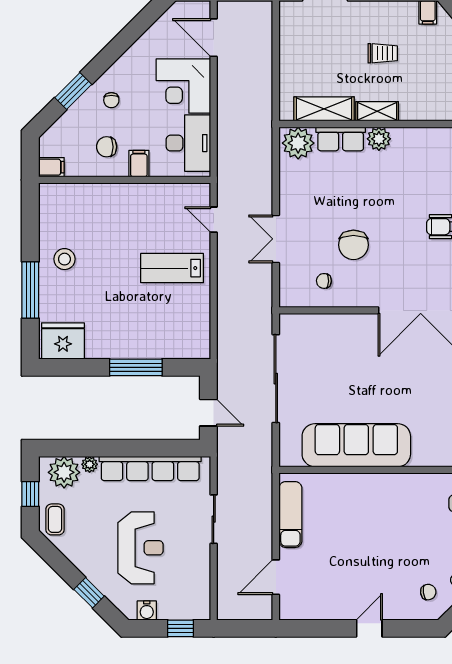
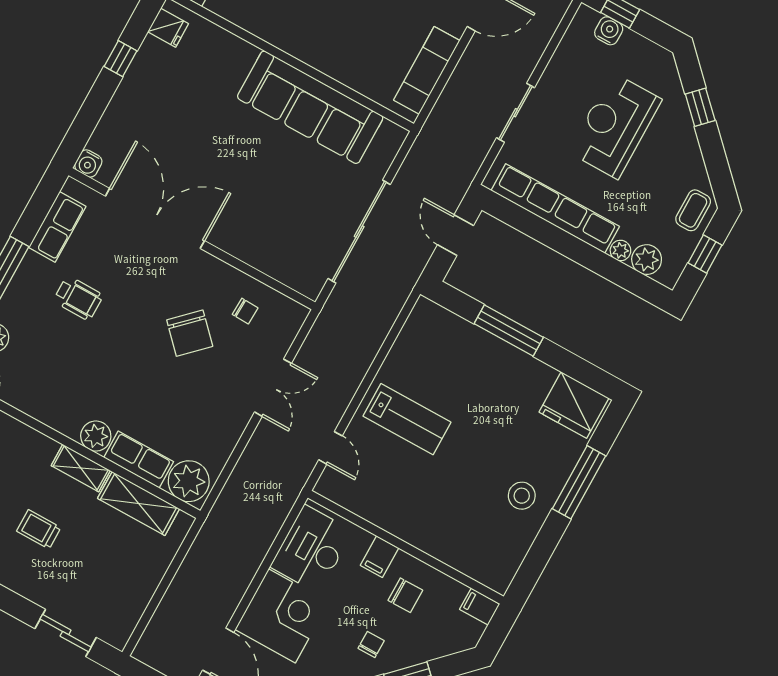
chair: (353, 245) -> (190, 333), turned 136
plant: (64, 472) -> (647, 260), width x0.73, depth x0.73
water cooler: (147, 610) -> (609, 31), moved

